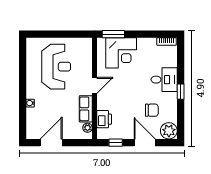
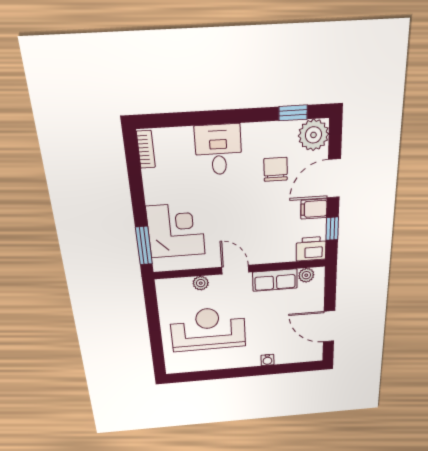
plant: (88, 64) -> (201, 283), added
window: (181, 92) -> (293, 113), moved
printer: (104, 119) -> (311, 249), moved
filing cabinet: (128, 132) -> (314, 209), added

